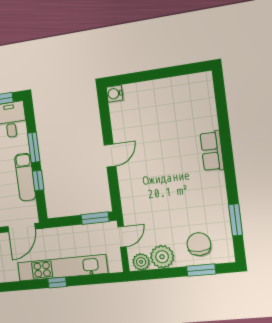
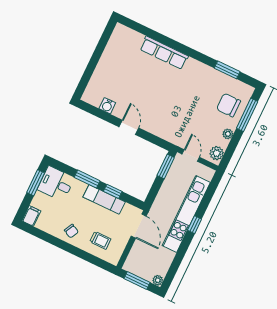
water cooler: (115, 94) -> (107, 106), moved
row of seats: (212, 151) -> (164, 53), width x1.48
plant: (162, 257) -> (228, 134), width x0.53, depth x0.53
window: (201, 270) -> (247, 115), width x1.44

